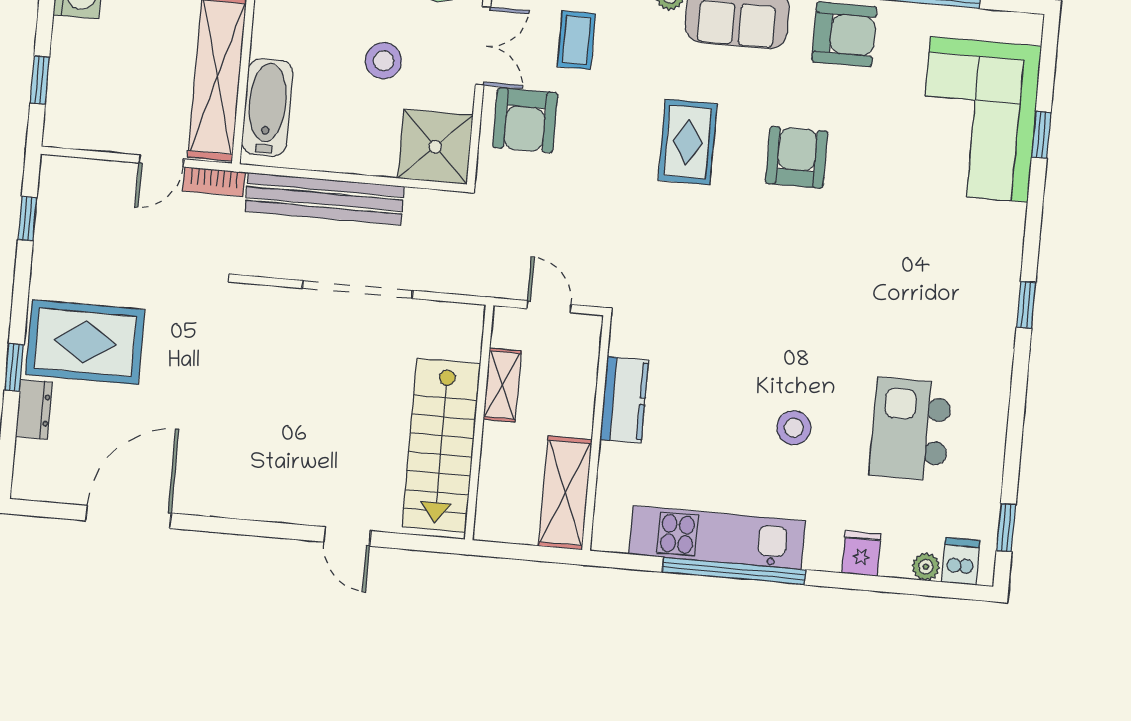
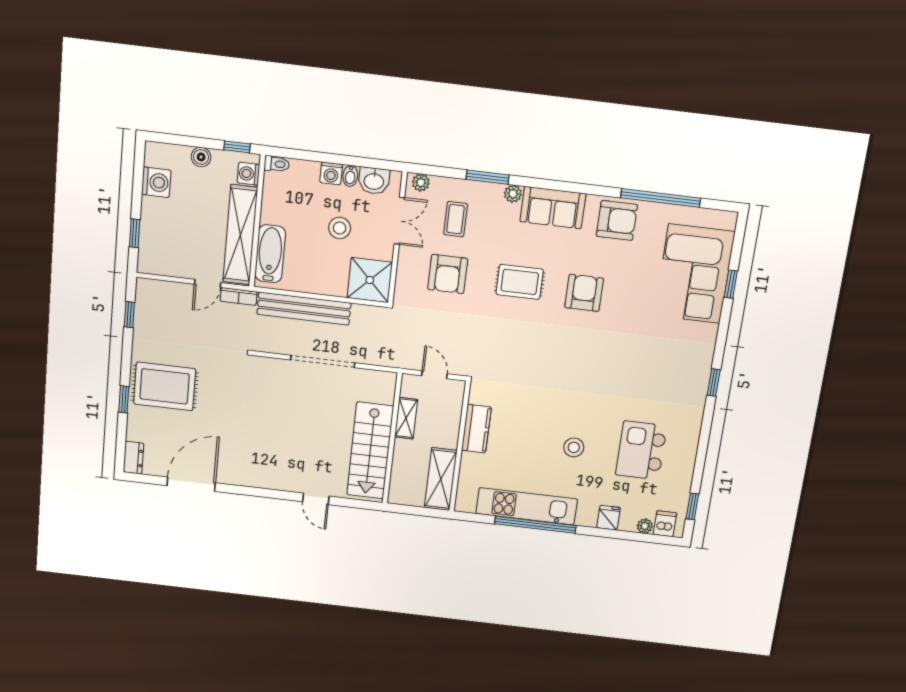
armchair: (525, 120) -> (448, 274), moved
rug: (688, 142) -> (520, 282), turned 90
dresser: (34, 409) -> (134, 458), moved

